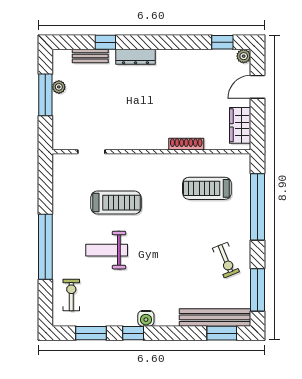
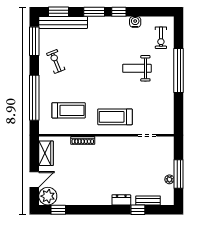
plant: (244, 56) -> (48, 196), width x1.87, depth x1.87
dresser: (136, 57) -> (121, 200), width x0.70
treadmill: (116, 203) -> (115, 117), moved
weight bench: (107, 250) -> (137, 68), turned 180
water cooler: (146, 318) -> (135, 22), moved
window: (91, 333) -> (94, 12), moved

